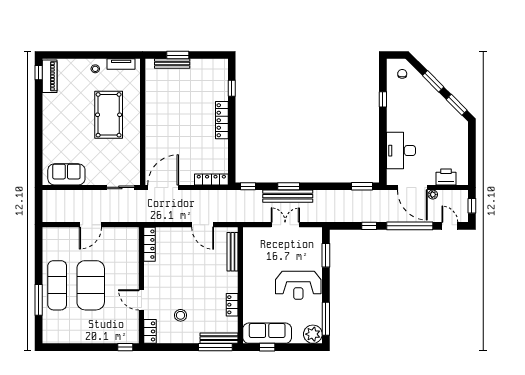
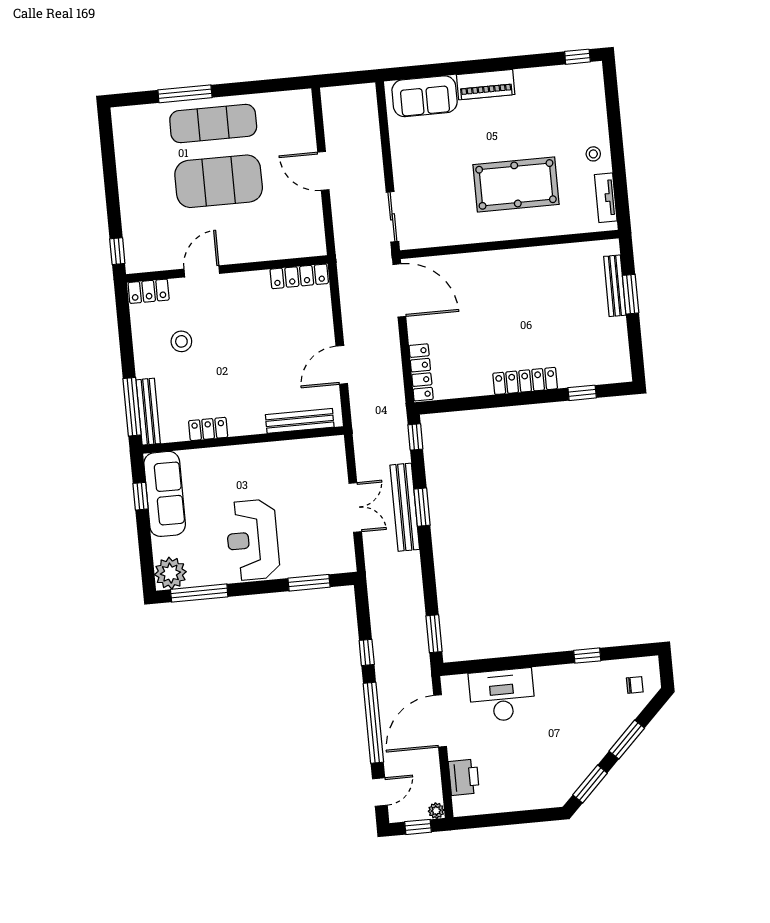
piano: (50, 76) -> (486, 85), moved
sofa: (66, 174) -> (425, 96), moved, turned 90
plant: (433, 195) -> (436, 811), moved

